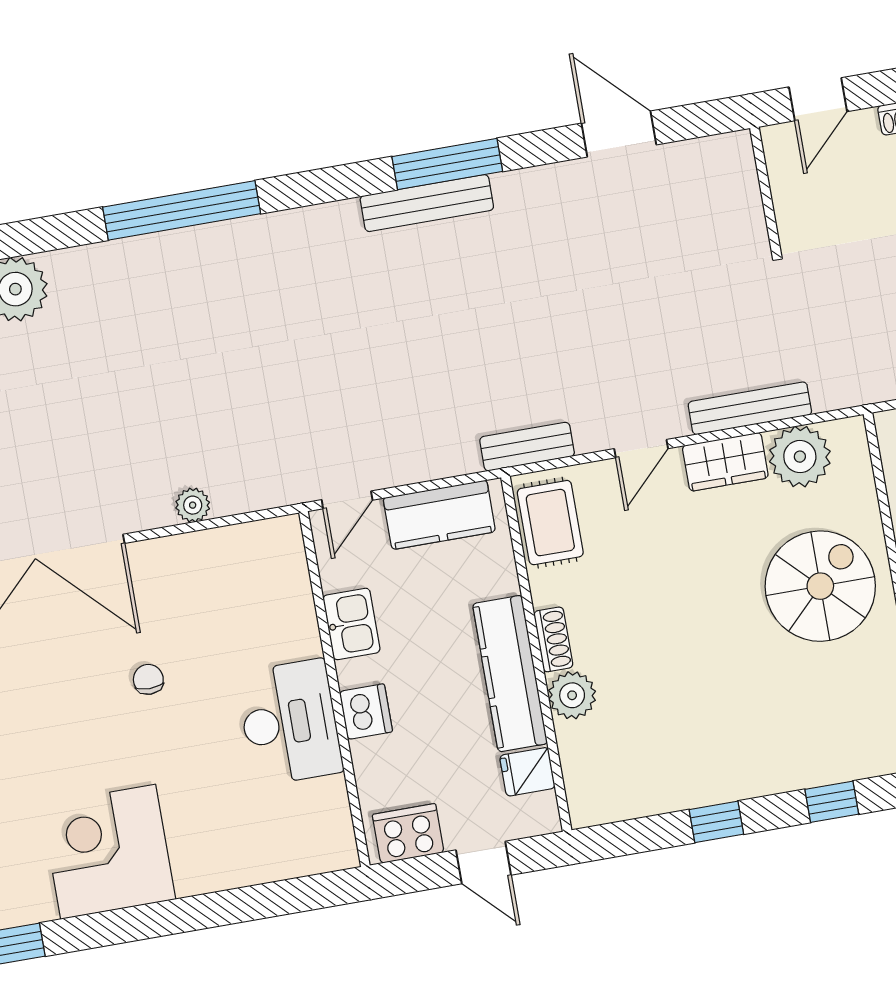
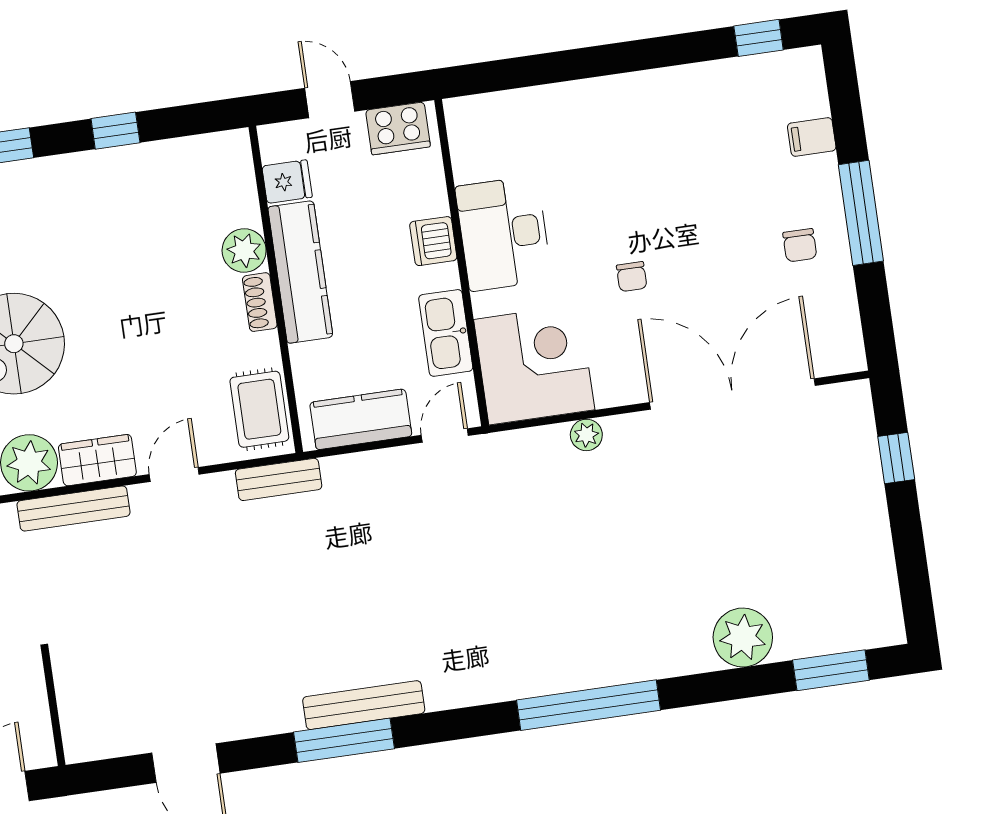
kitchen sink: (351, 624) -> (446, 333), width x1.38
corner desk: (108, 852) -> (534, 365), moved, turned -90

